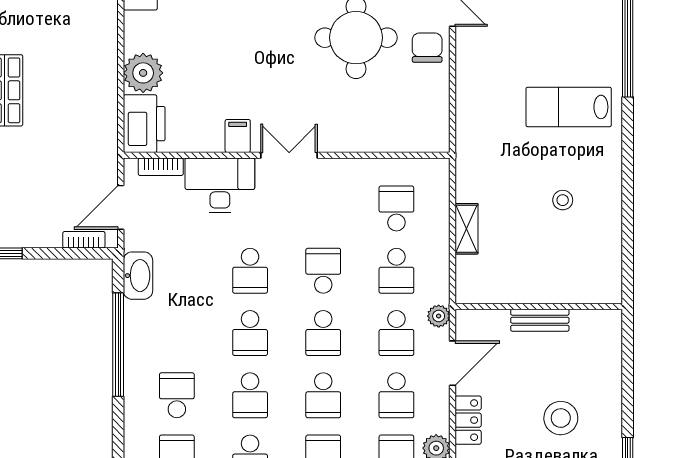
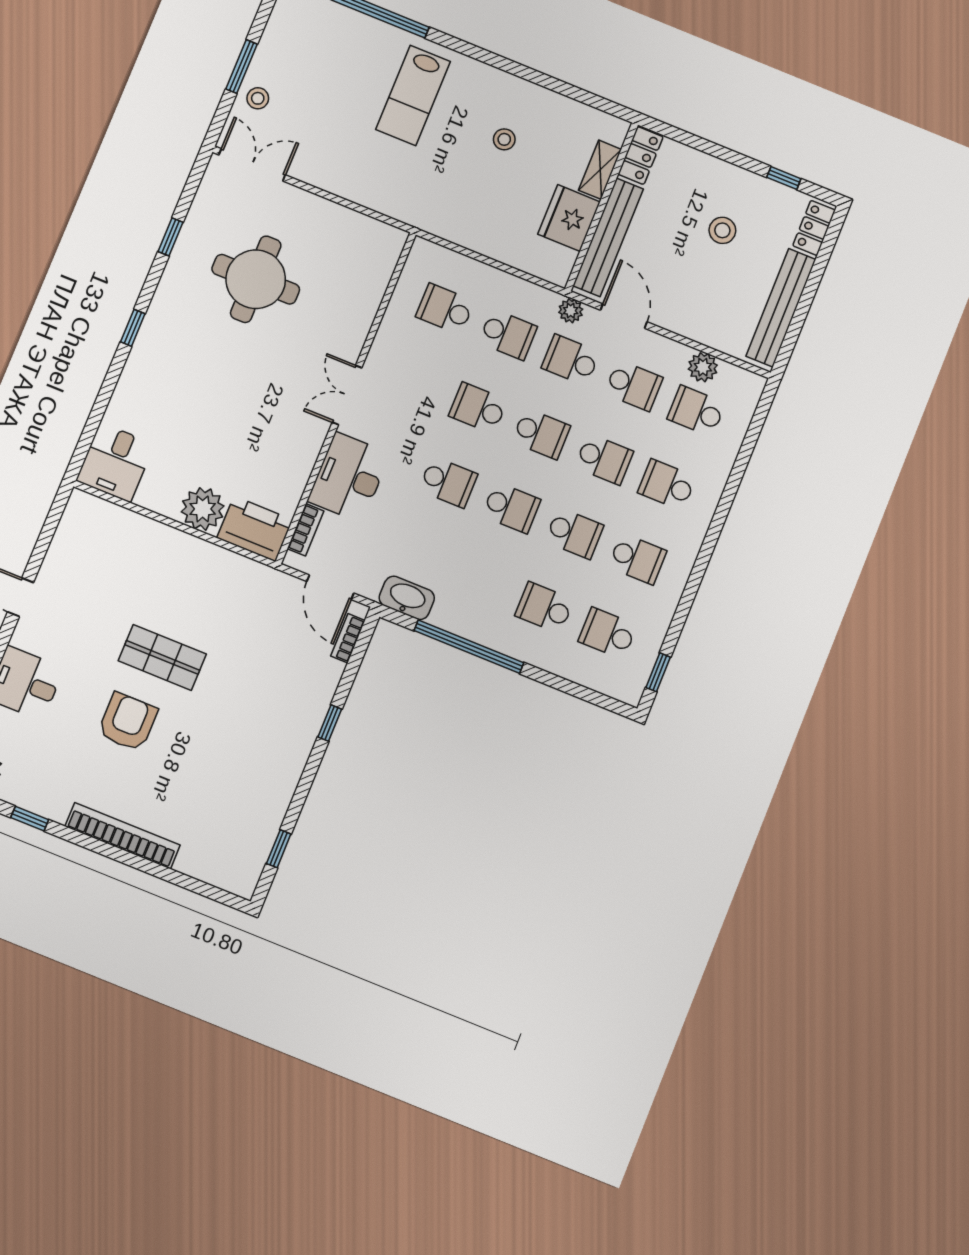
chair: (427, 48) -> (295, 212), removed
filing cabinet: (238, 136) -> (306, 439), removed
shelving: (467, 229) -> (600, 170), moved, turned 90
fridge: (518, 283) -> (569, 218), added
bench: (540, 320) -> (608, 237), width x1.86, depth x1.21
school desk: (396, 333) -> (571, 360), turned 180
stool: (561, 418) -> (722, 230), width x0.73, depth x0.73
locker: (468, 420) -> (640, 155), moved, turned 90

